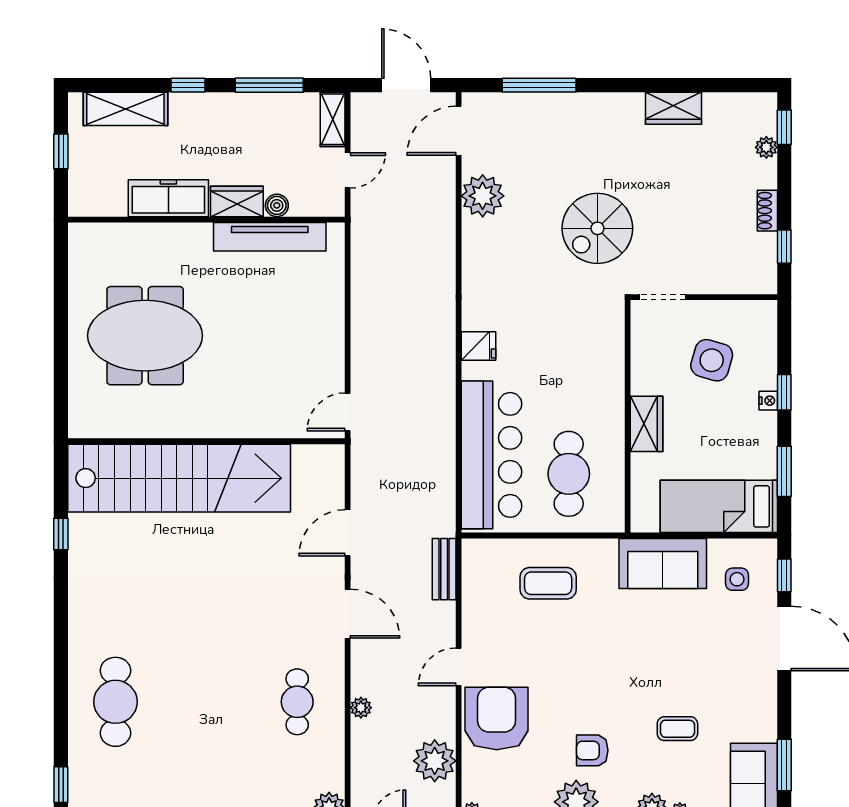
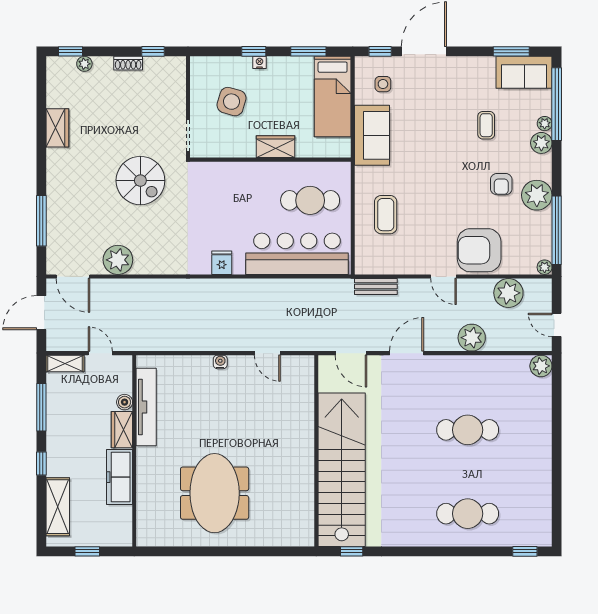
water cooler: (335, 344) -> (220, 362), added
wall: (206, 441) -> (316, 451), moved
stairs: (179, 478) -> (342, 470), moved
cafe table: (297, 702) -> (468, 430), moved, width x1.37, depth x1.35
plant: (361, 708) -> (472, 338), width x1.88, depth x1.88

